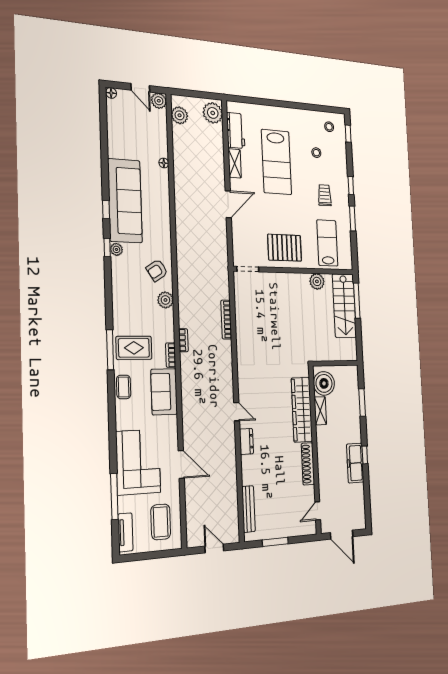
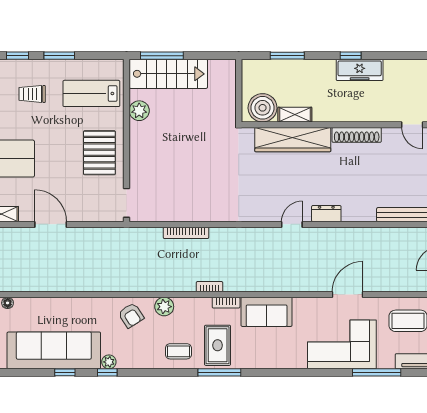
coffee table: (124, 387) -> (178, 351), moved

